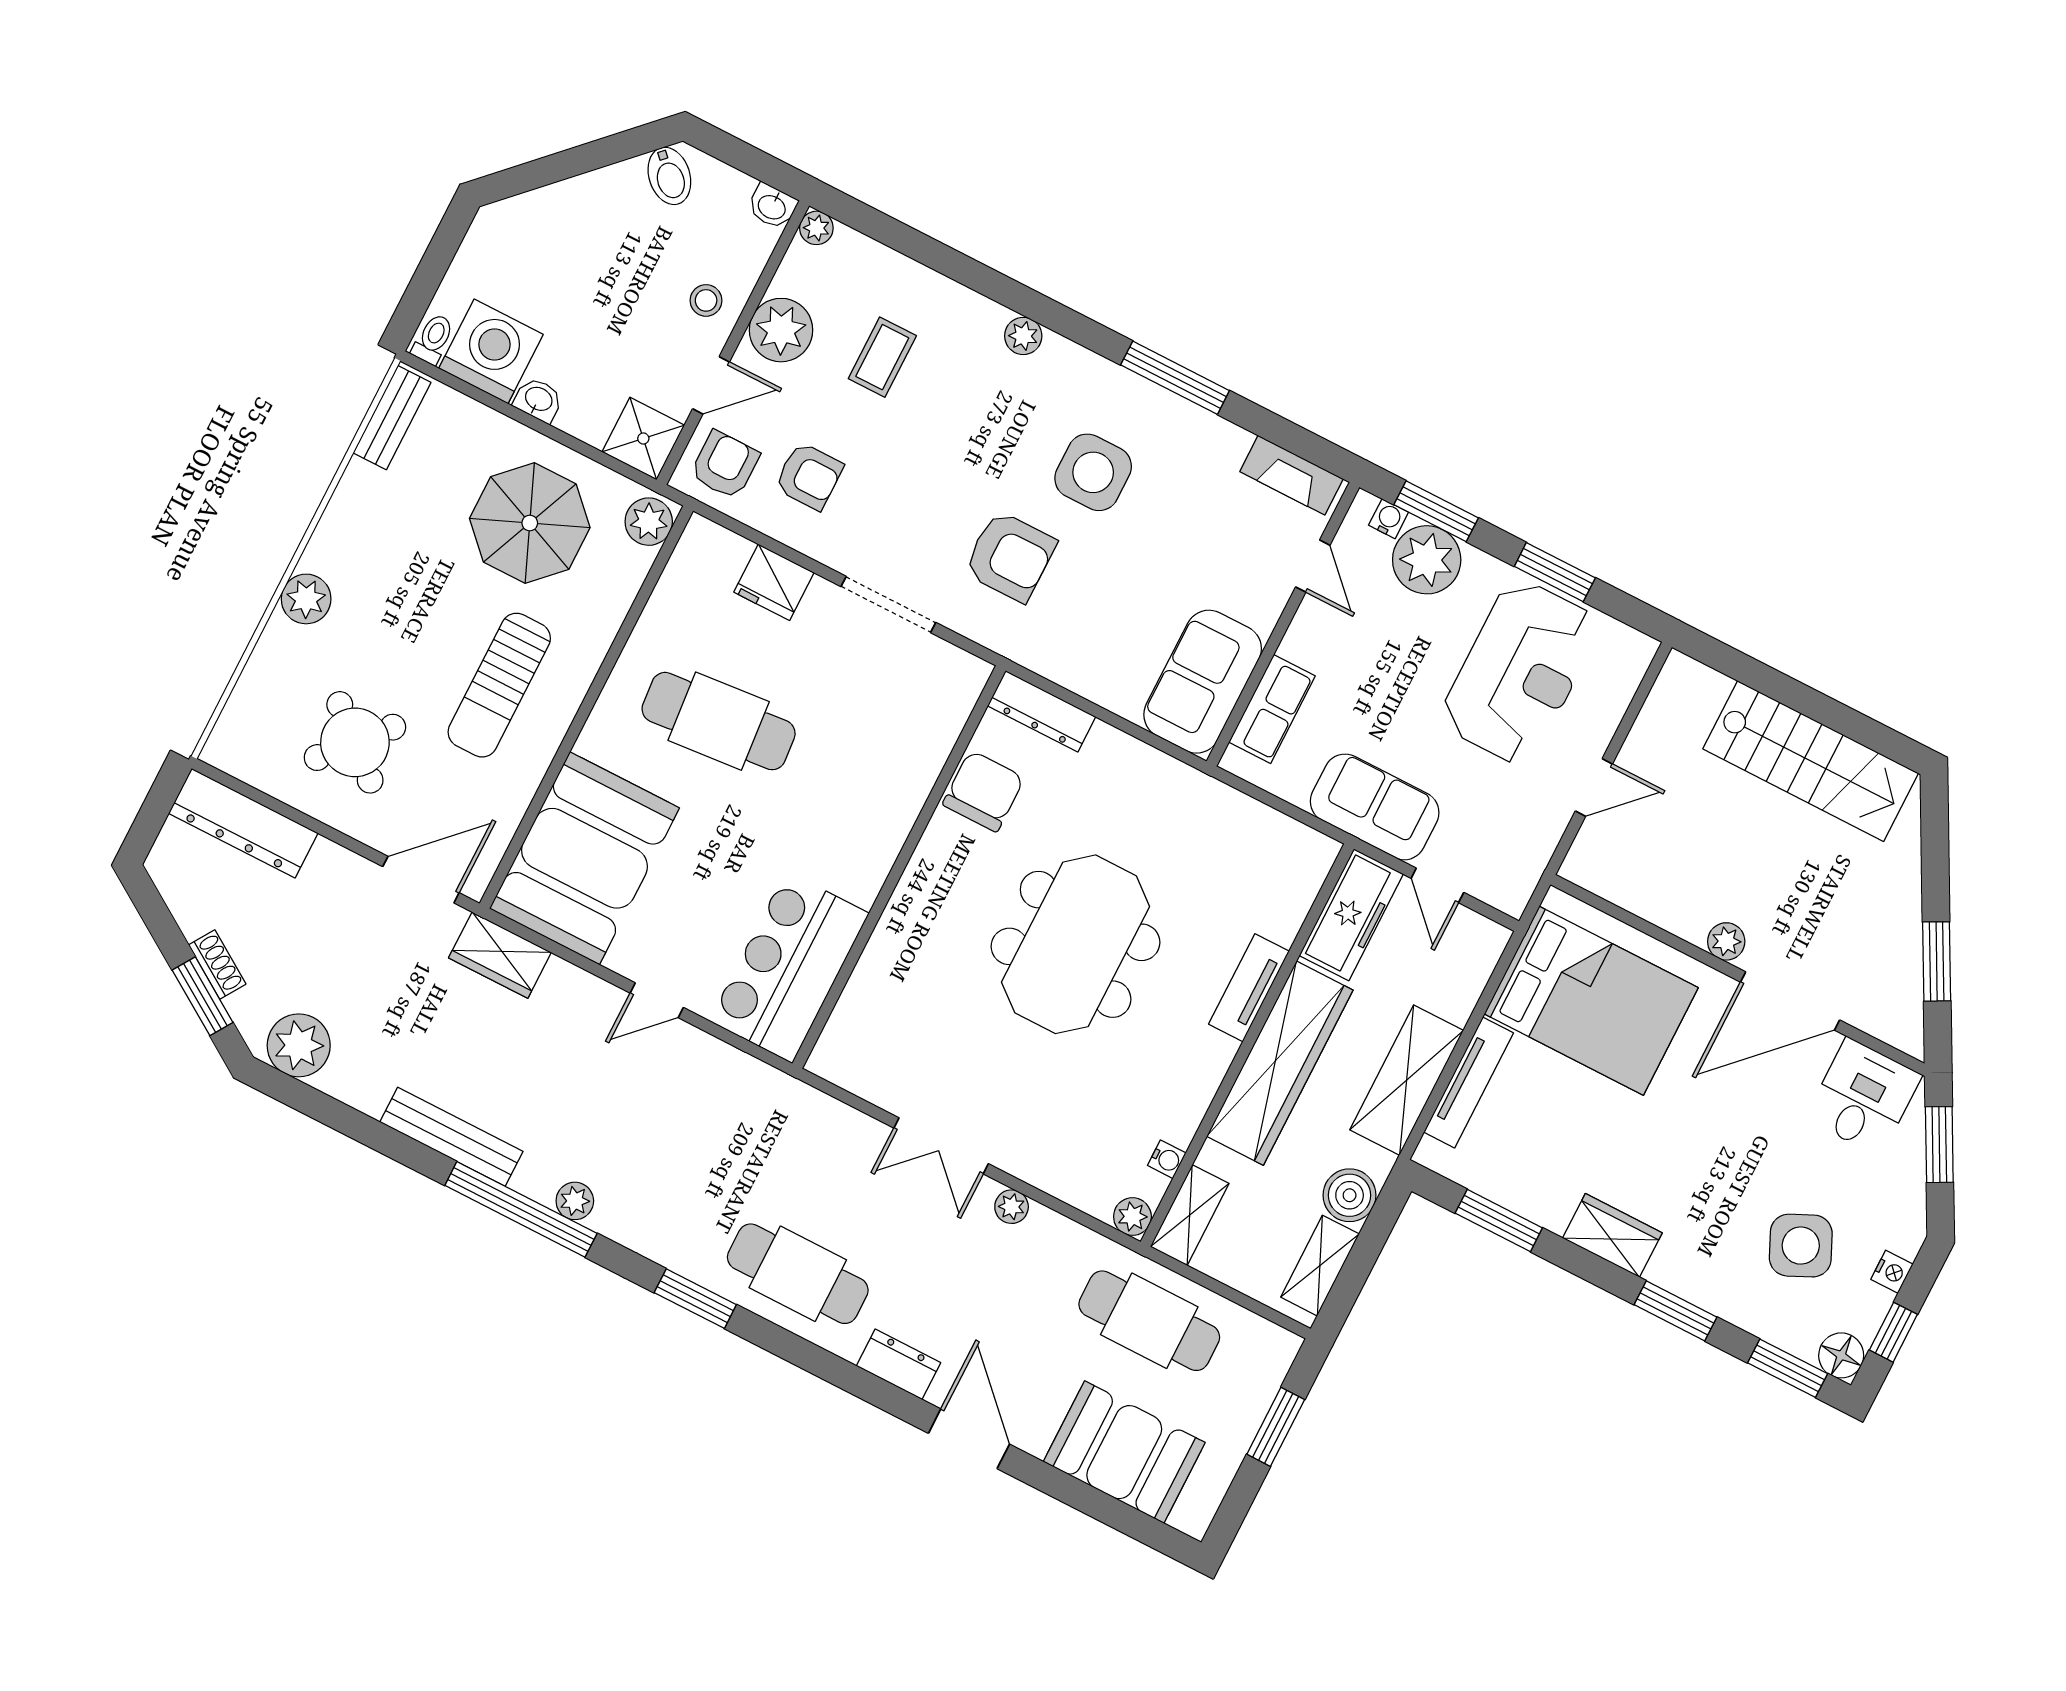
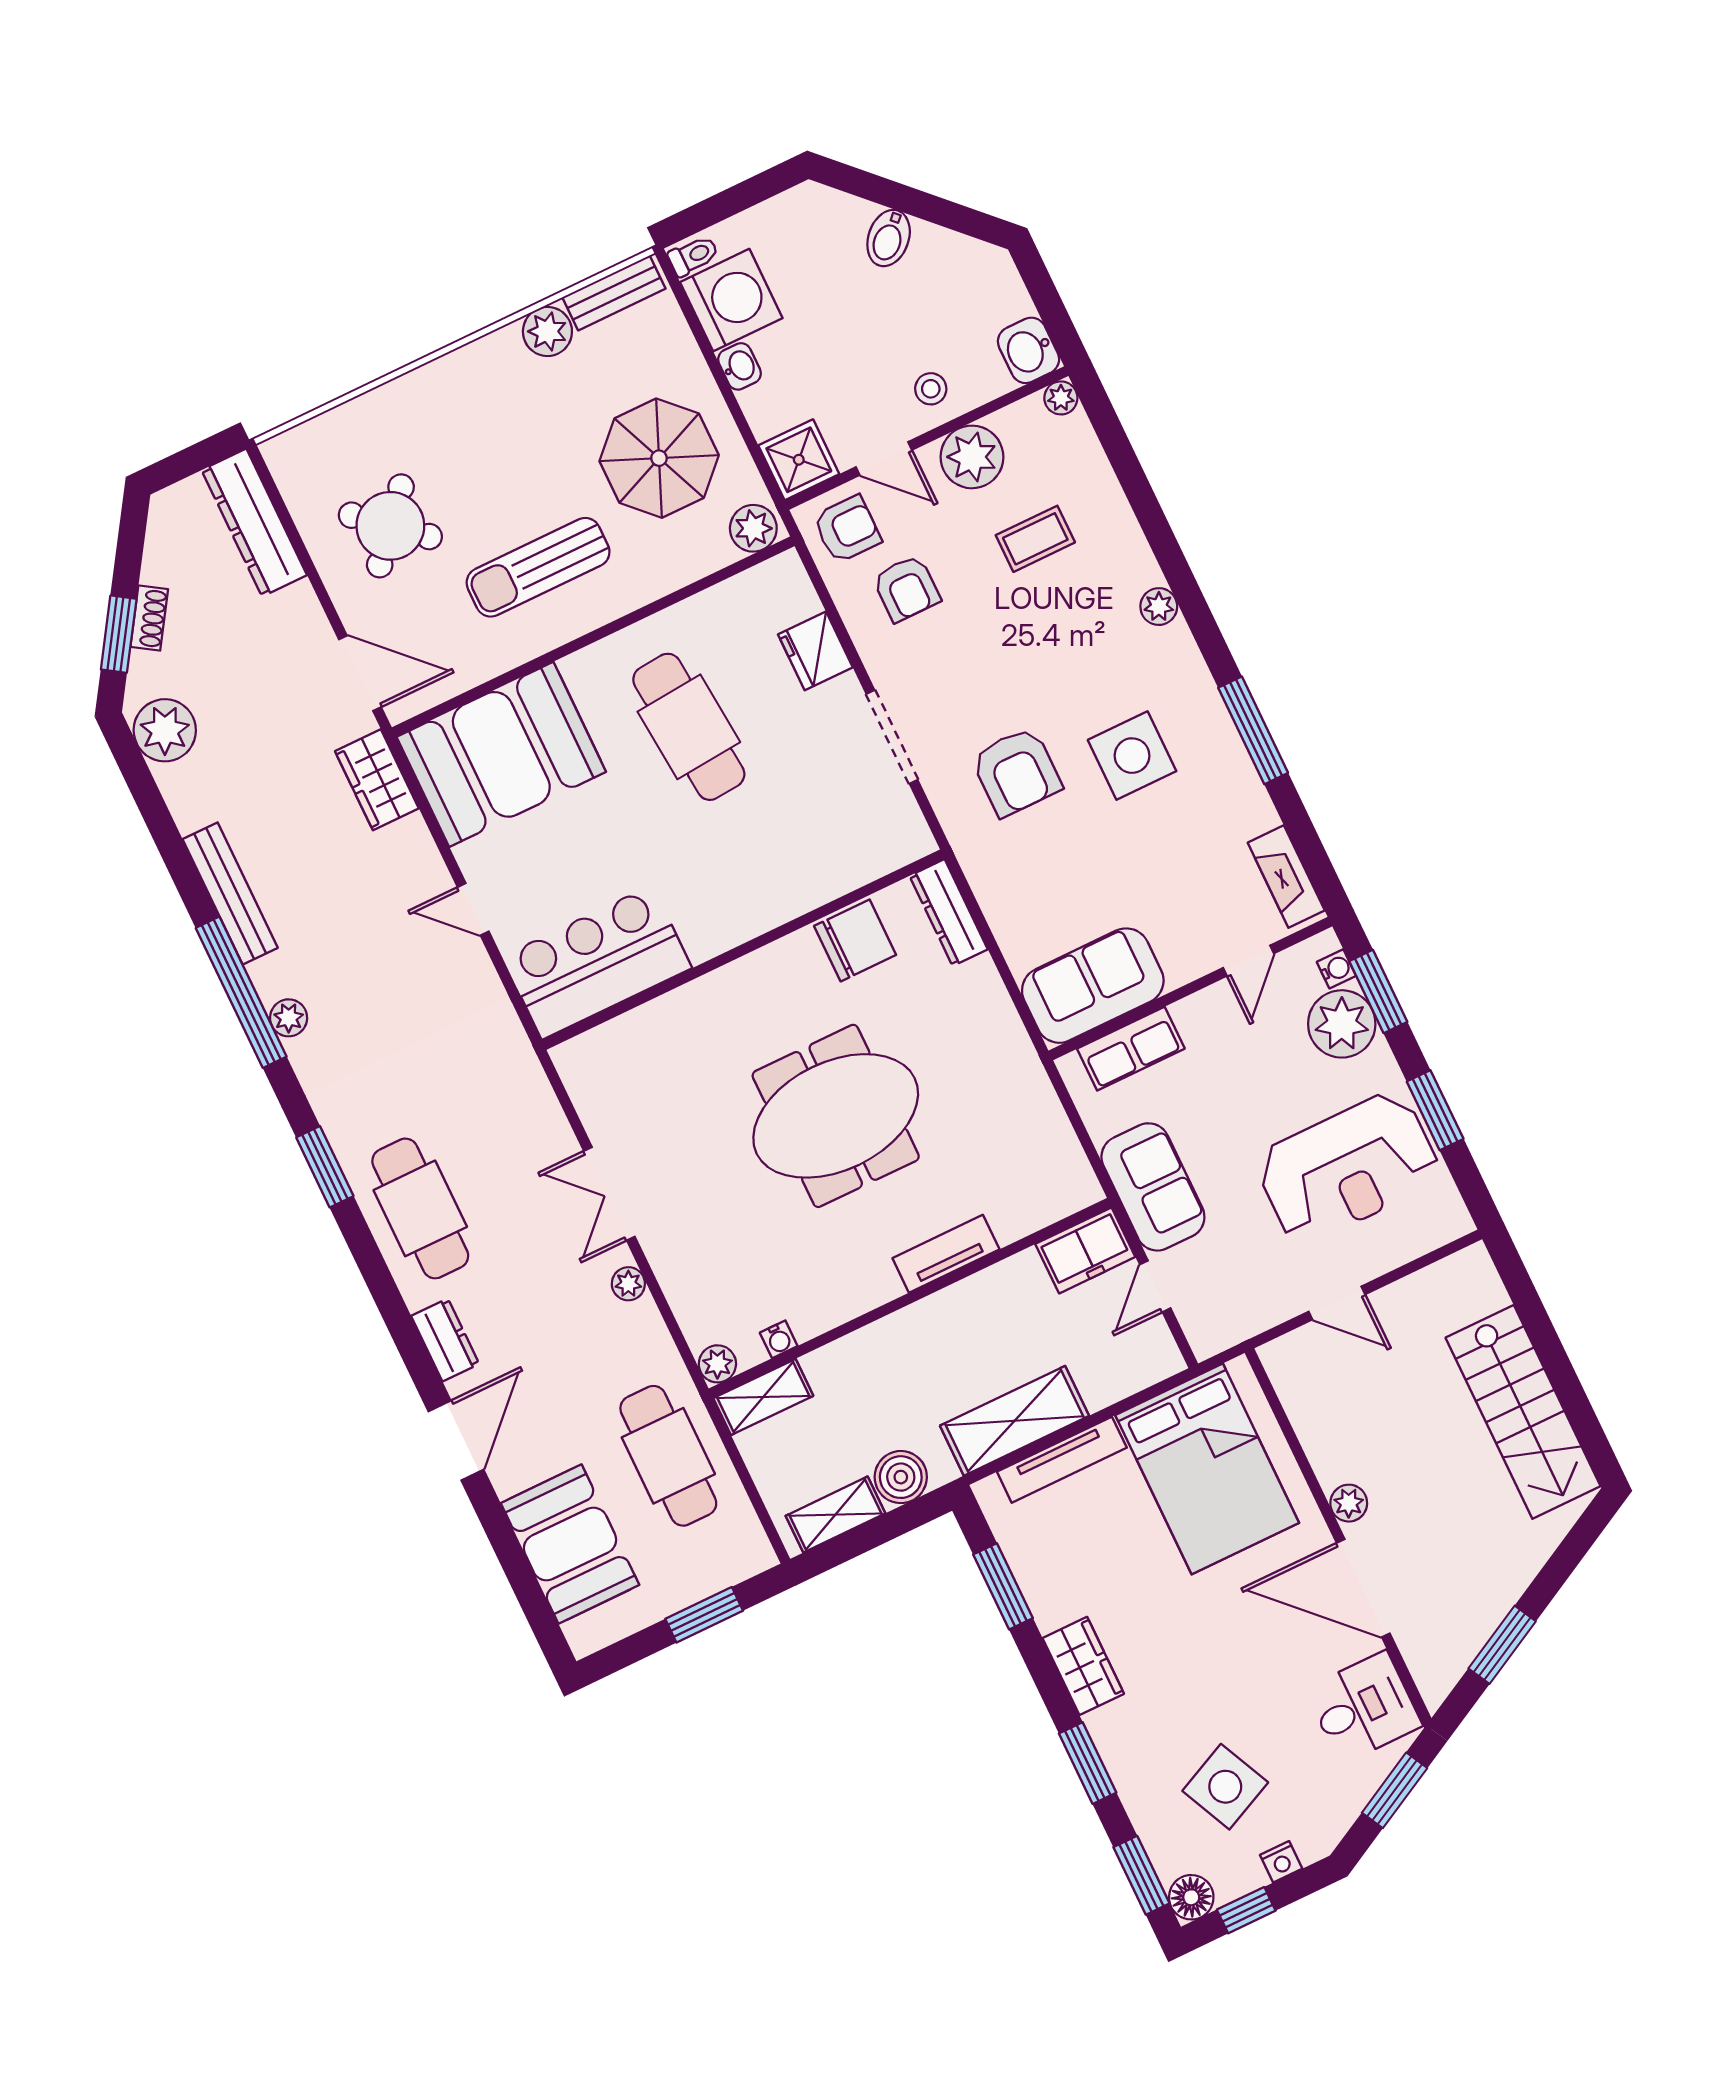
bidet: (669, 176) -> (889, 238), moved
washbasin: (772, 206) -> (1028, 350), width x1.38, depth x1.45
plant: (306, 599) -> (547, 331), moved
freezer: (1351, 915) -> (1085, 1250), width x0.71
wardrobe: (1280, 1063) -> (925, 1332), removed

